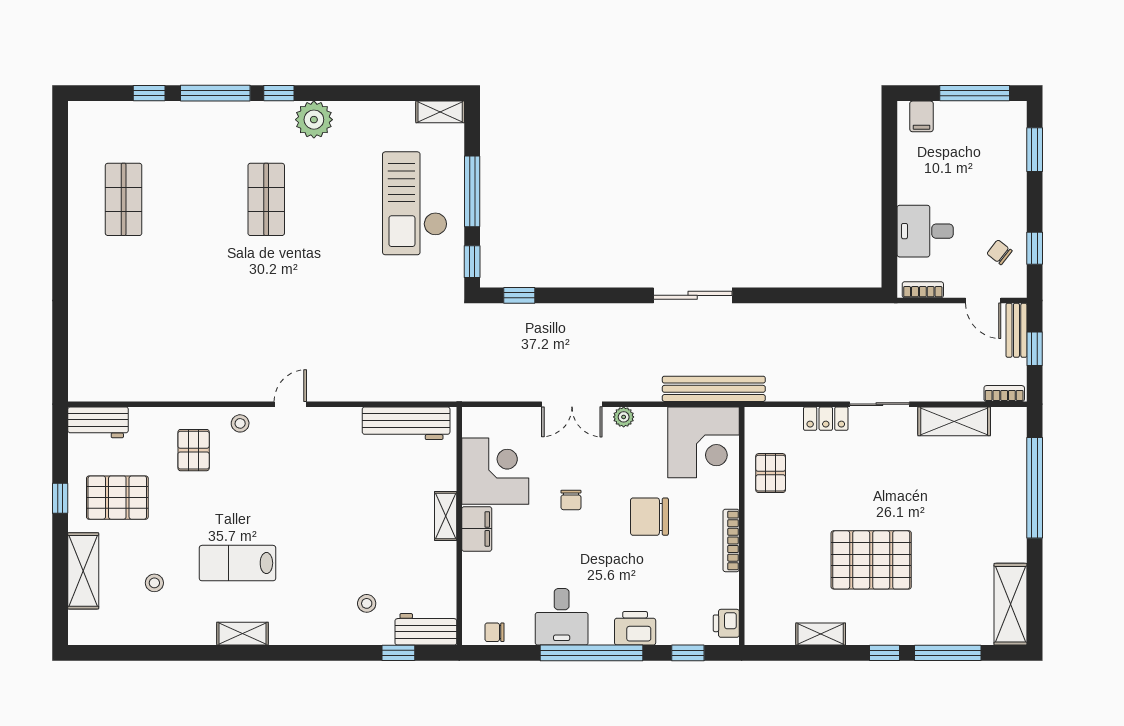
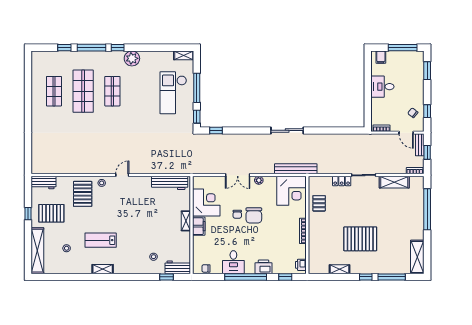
shop shelf: (195, 199) -> (83, 91), added
desk: (925, 231) -> (382, 87), moved
pallet: (194, 450) -> (83, 194), width x1.50, depth x1.42
chair: (649, 517) -> (254, 215), moved, turned -90
shelving: (83, 571) -> (37, 251), width x1.47

